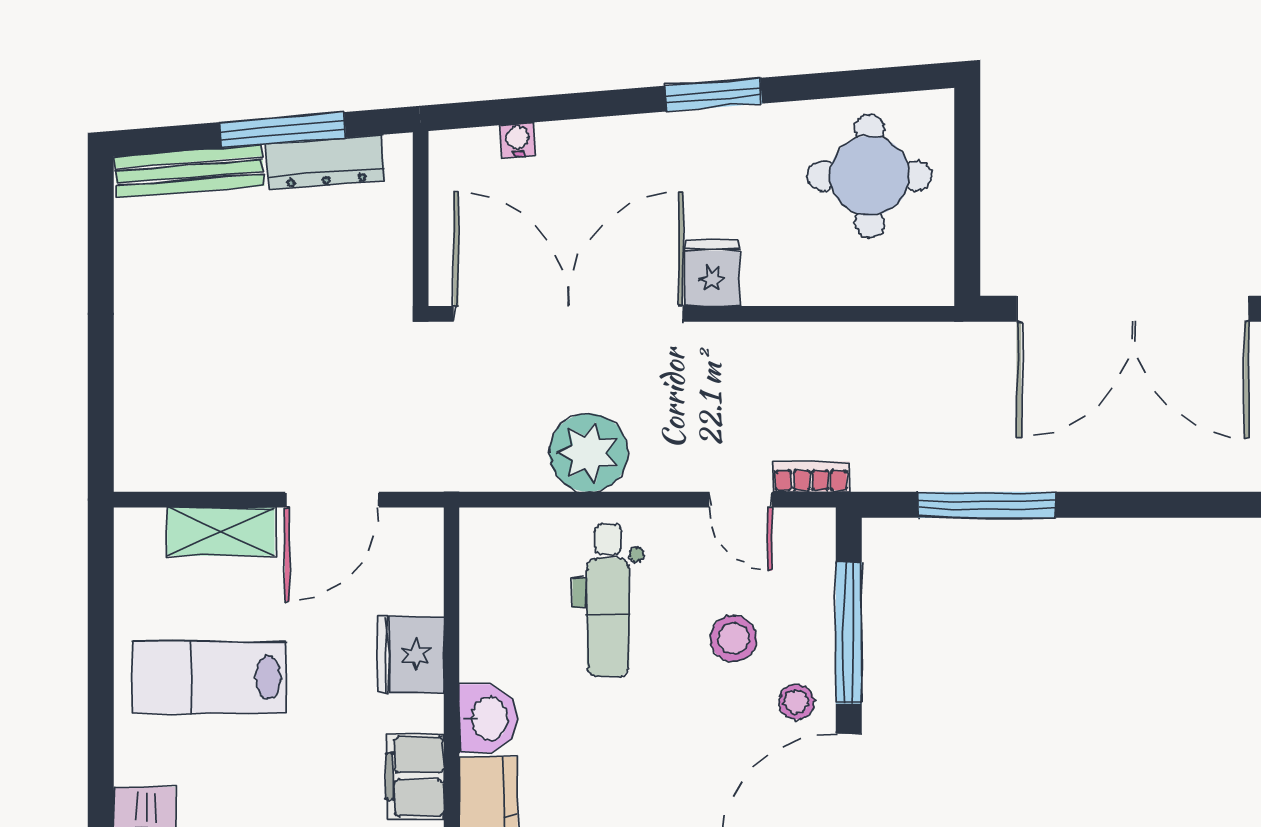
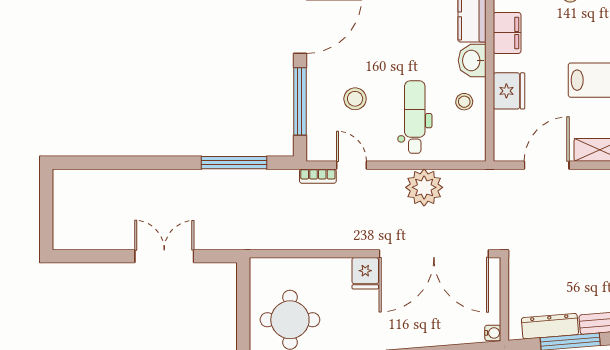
water cooler: (518, 140) -> (493, 333), moved, turned -85
double door: (1133, 309) -> (164, 256), width x0.54
stool: (796, 702) -> (464, 102), moved

